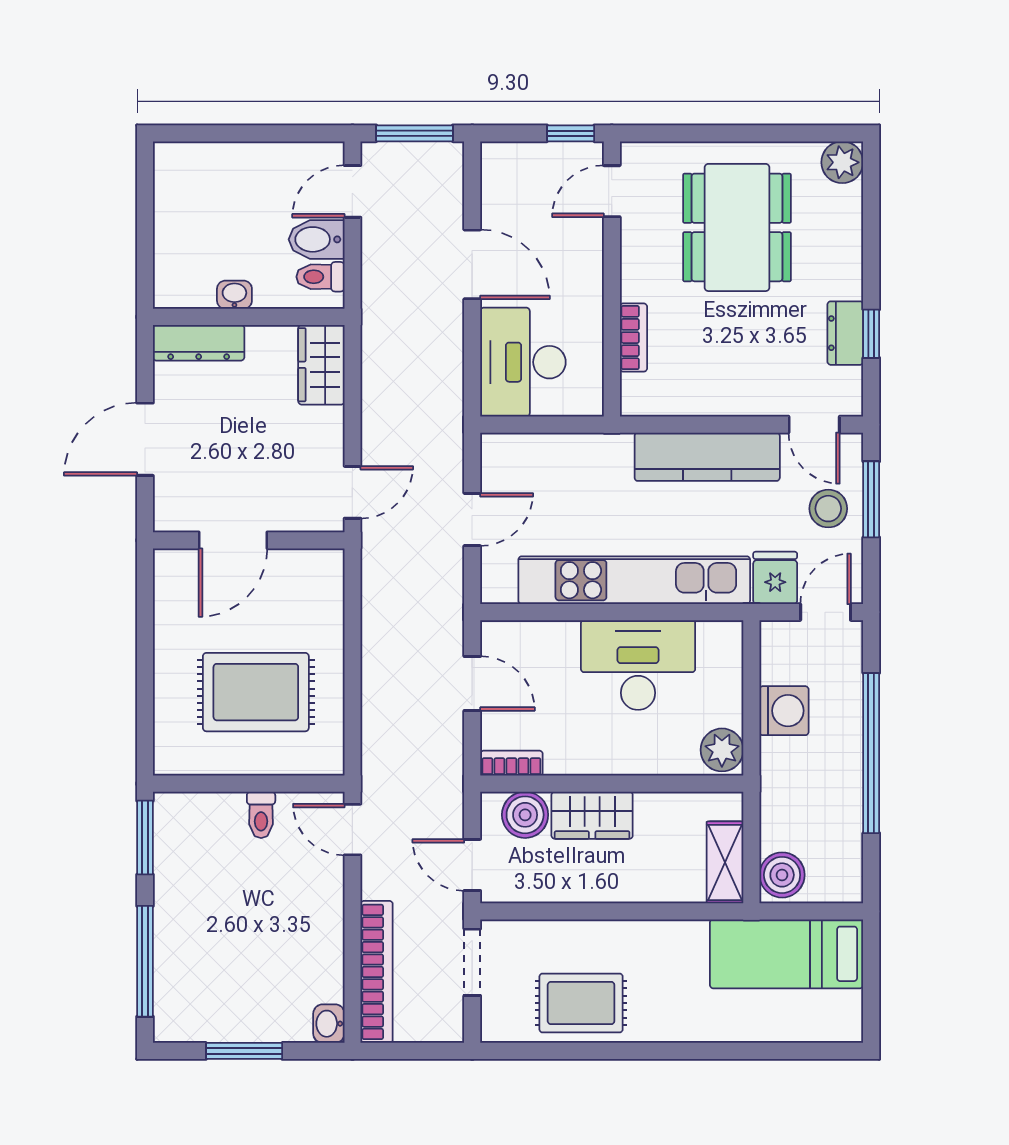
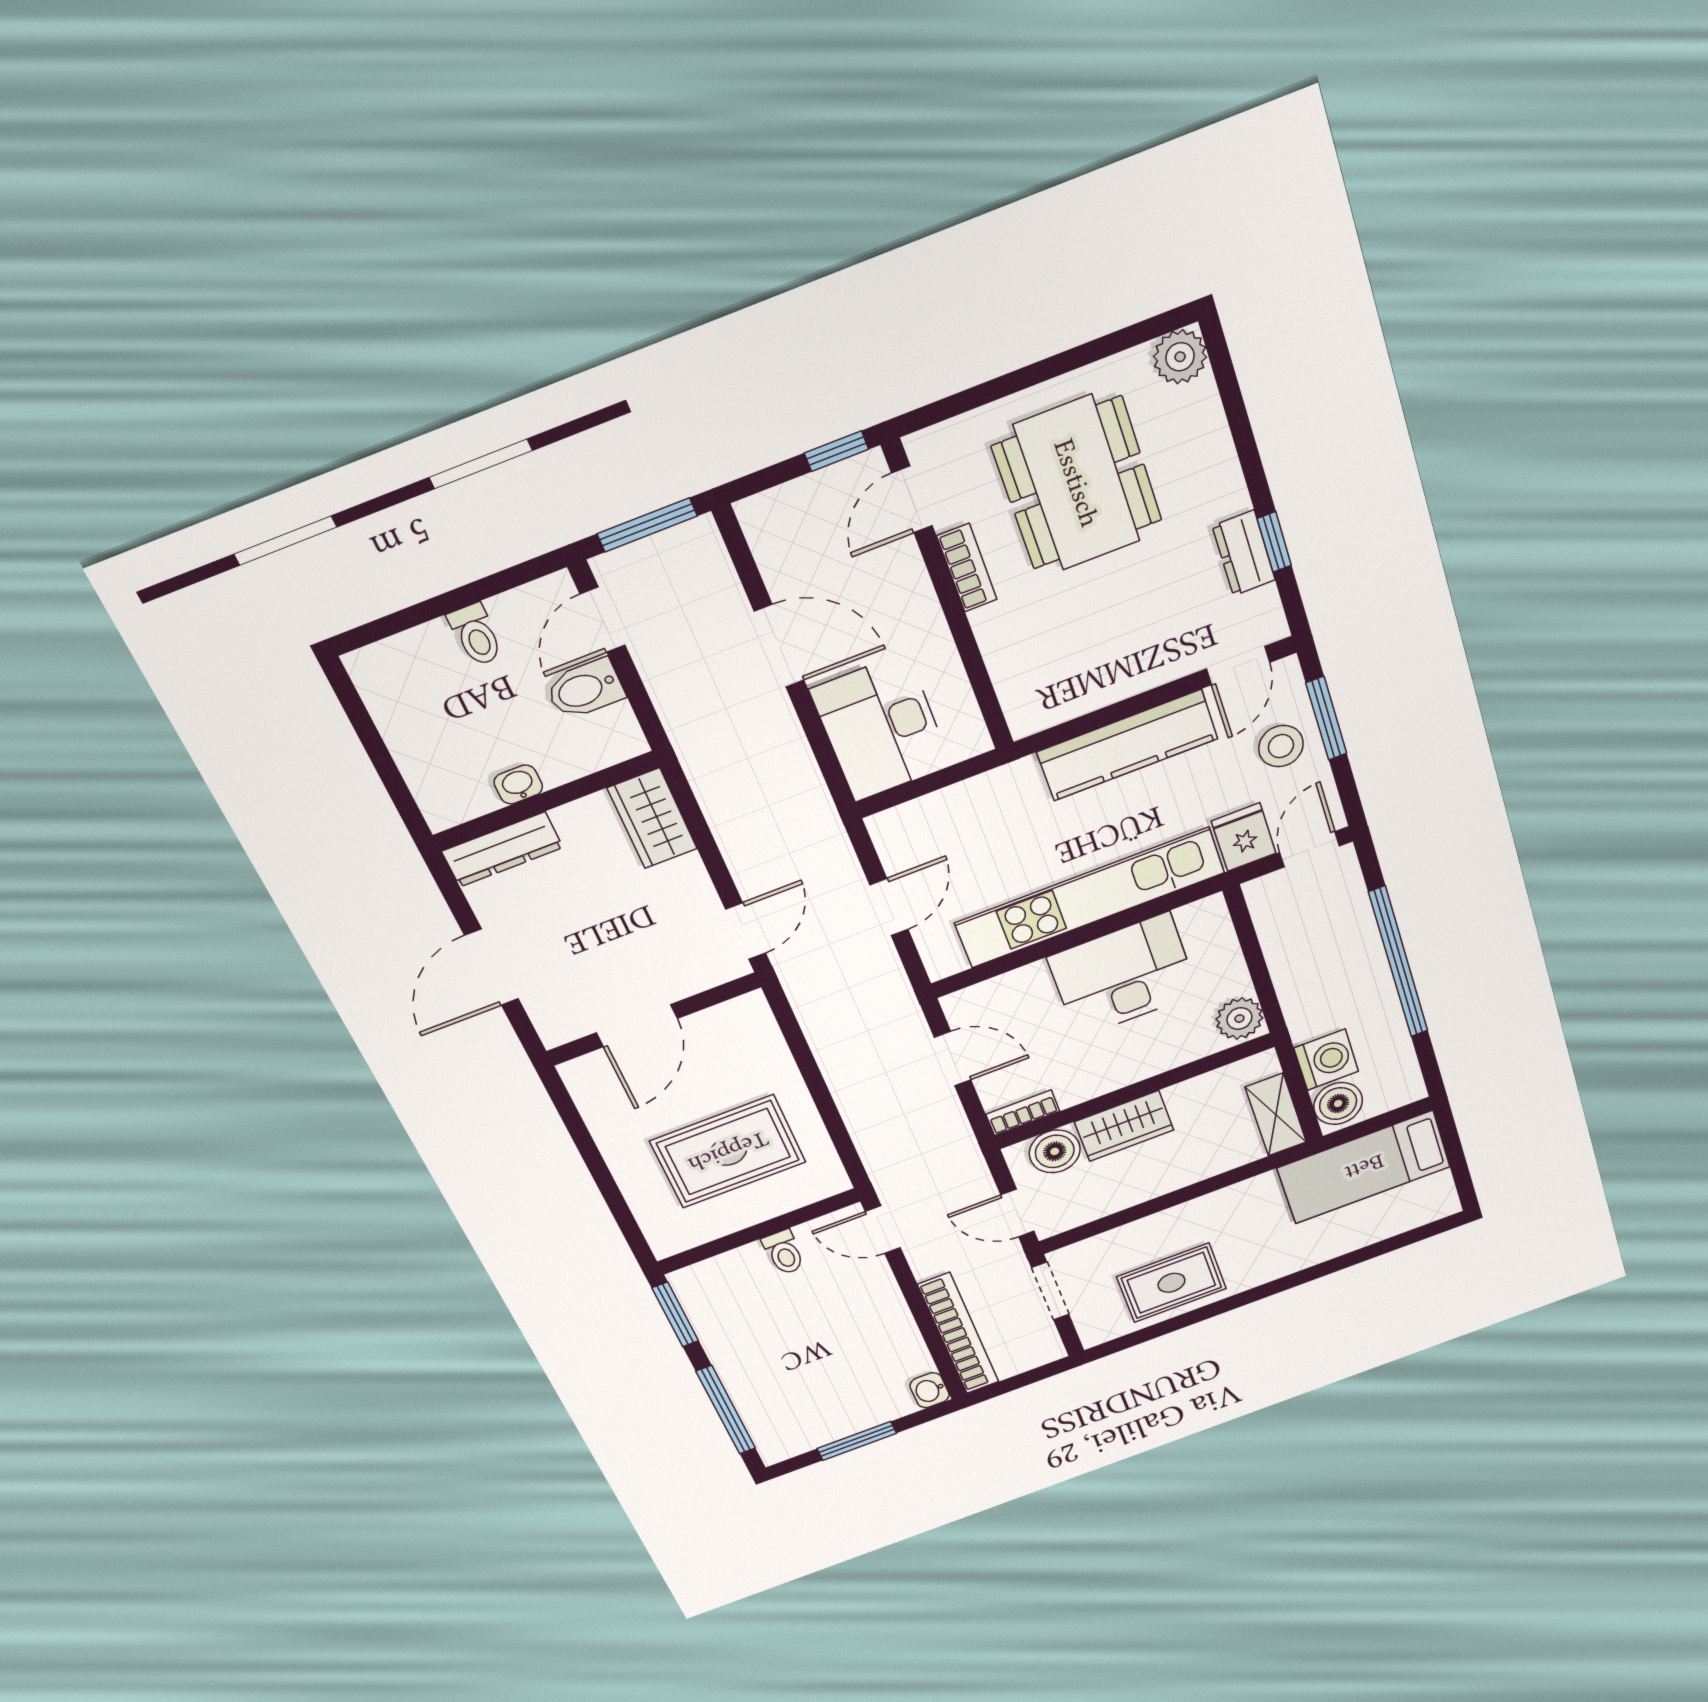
toilet: (320, 277) -> (476, 635), moved, turned -90
bookcase: (633, 338) -> (967, 568), moved
door: (814, 425) -> (1238, 666), hinge flipped
washing machine: (784, 711) -> (1326, 1060), moved

